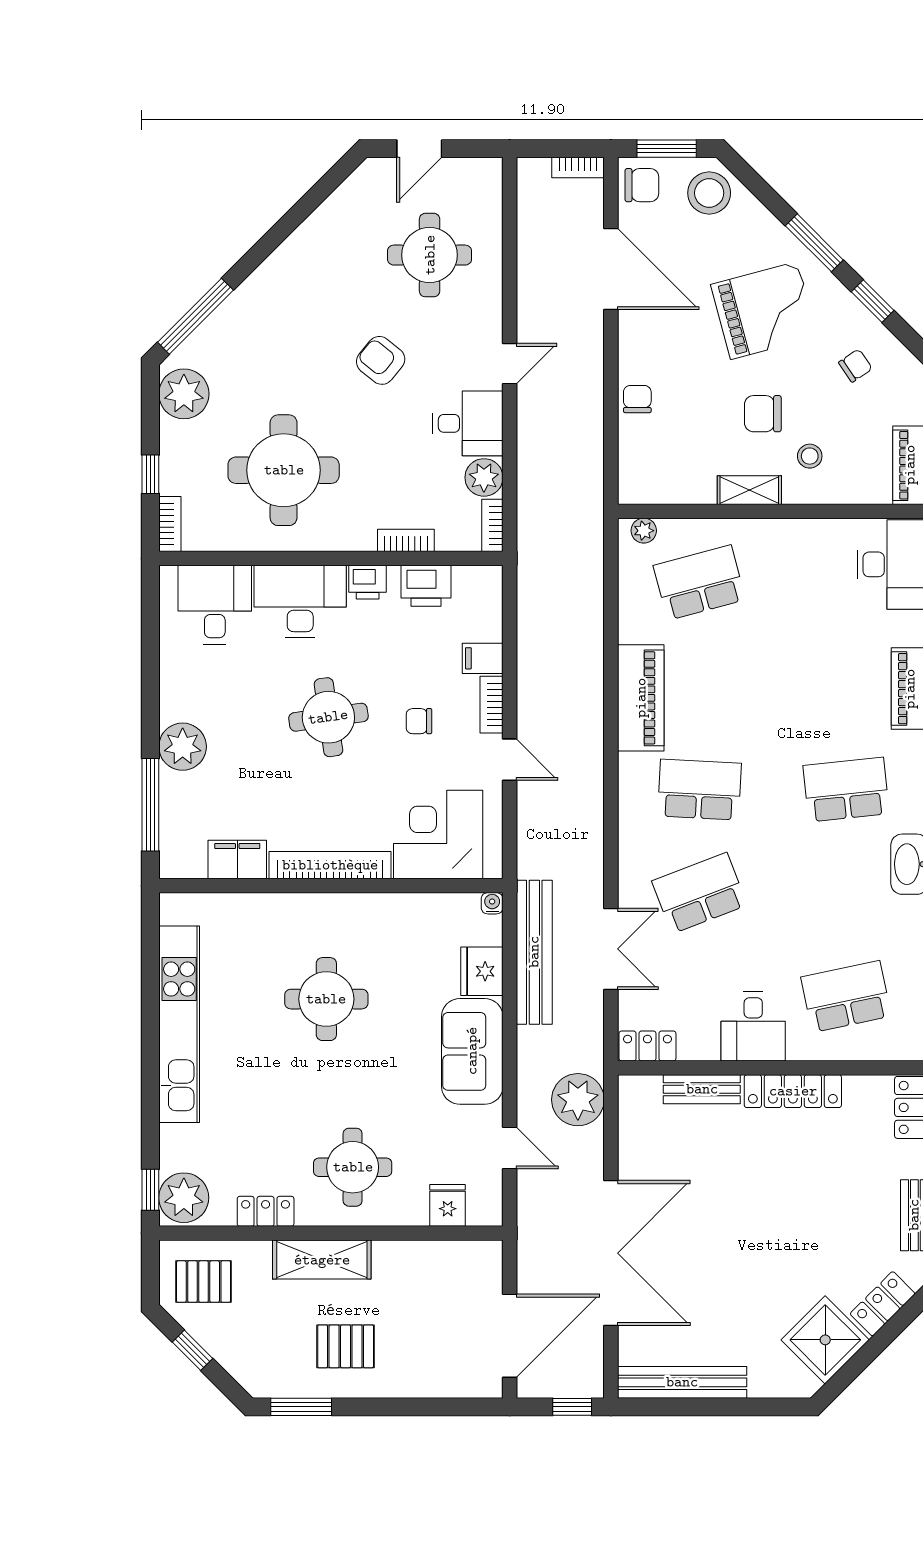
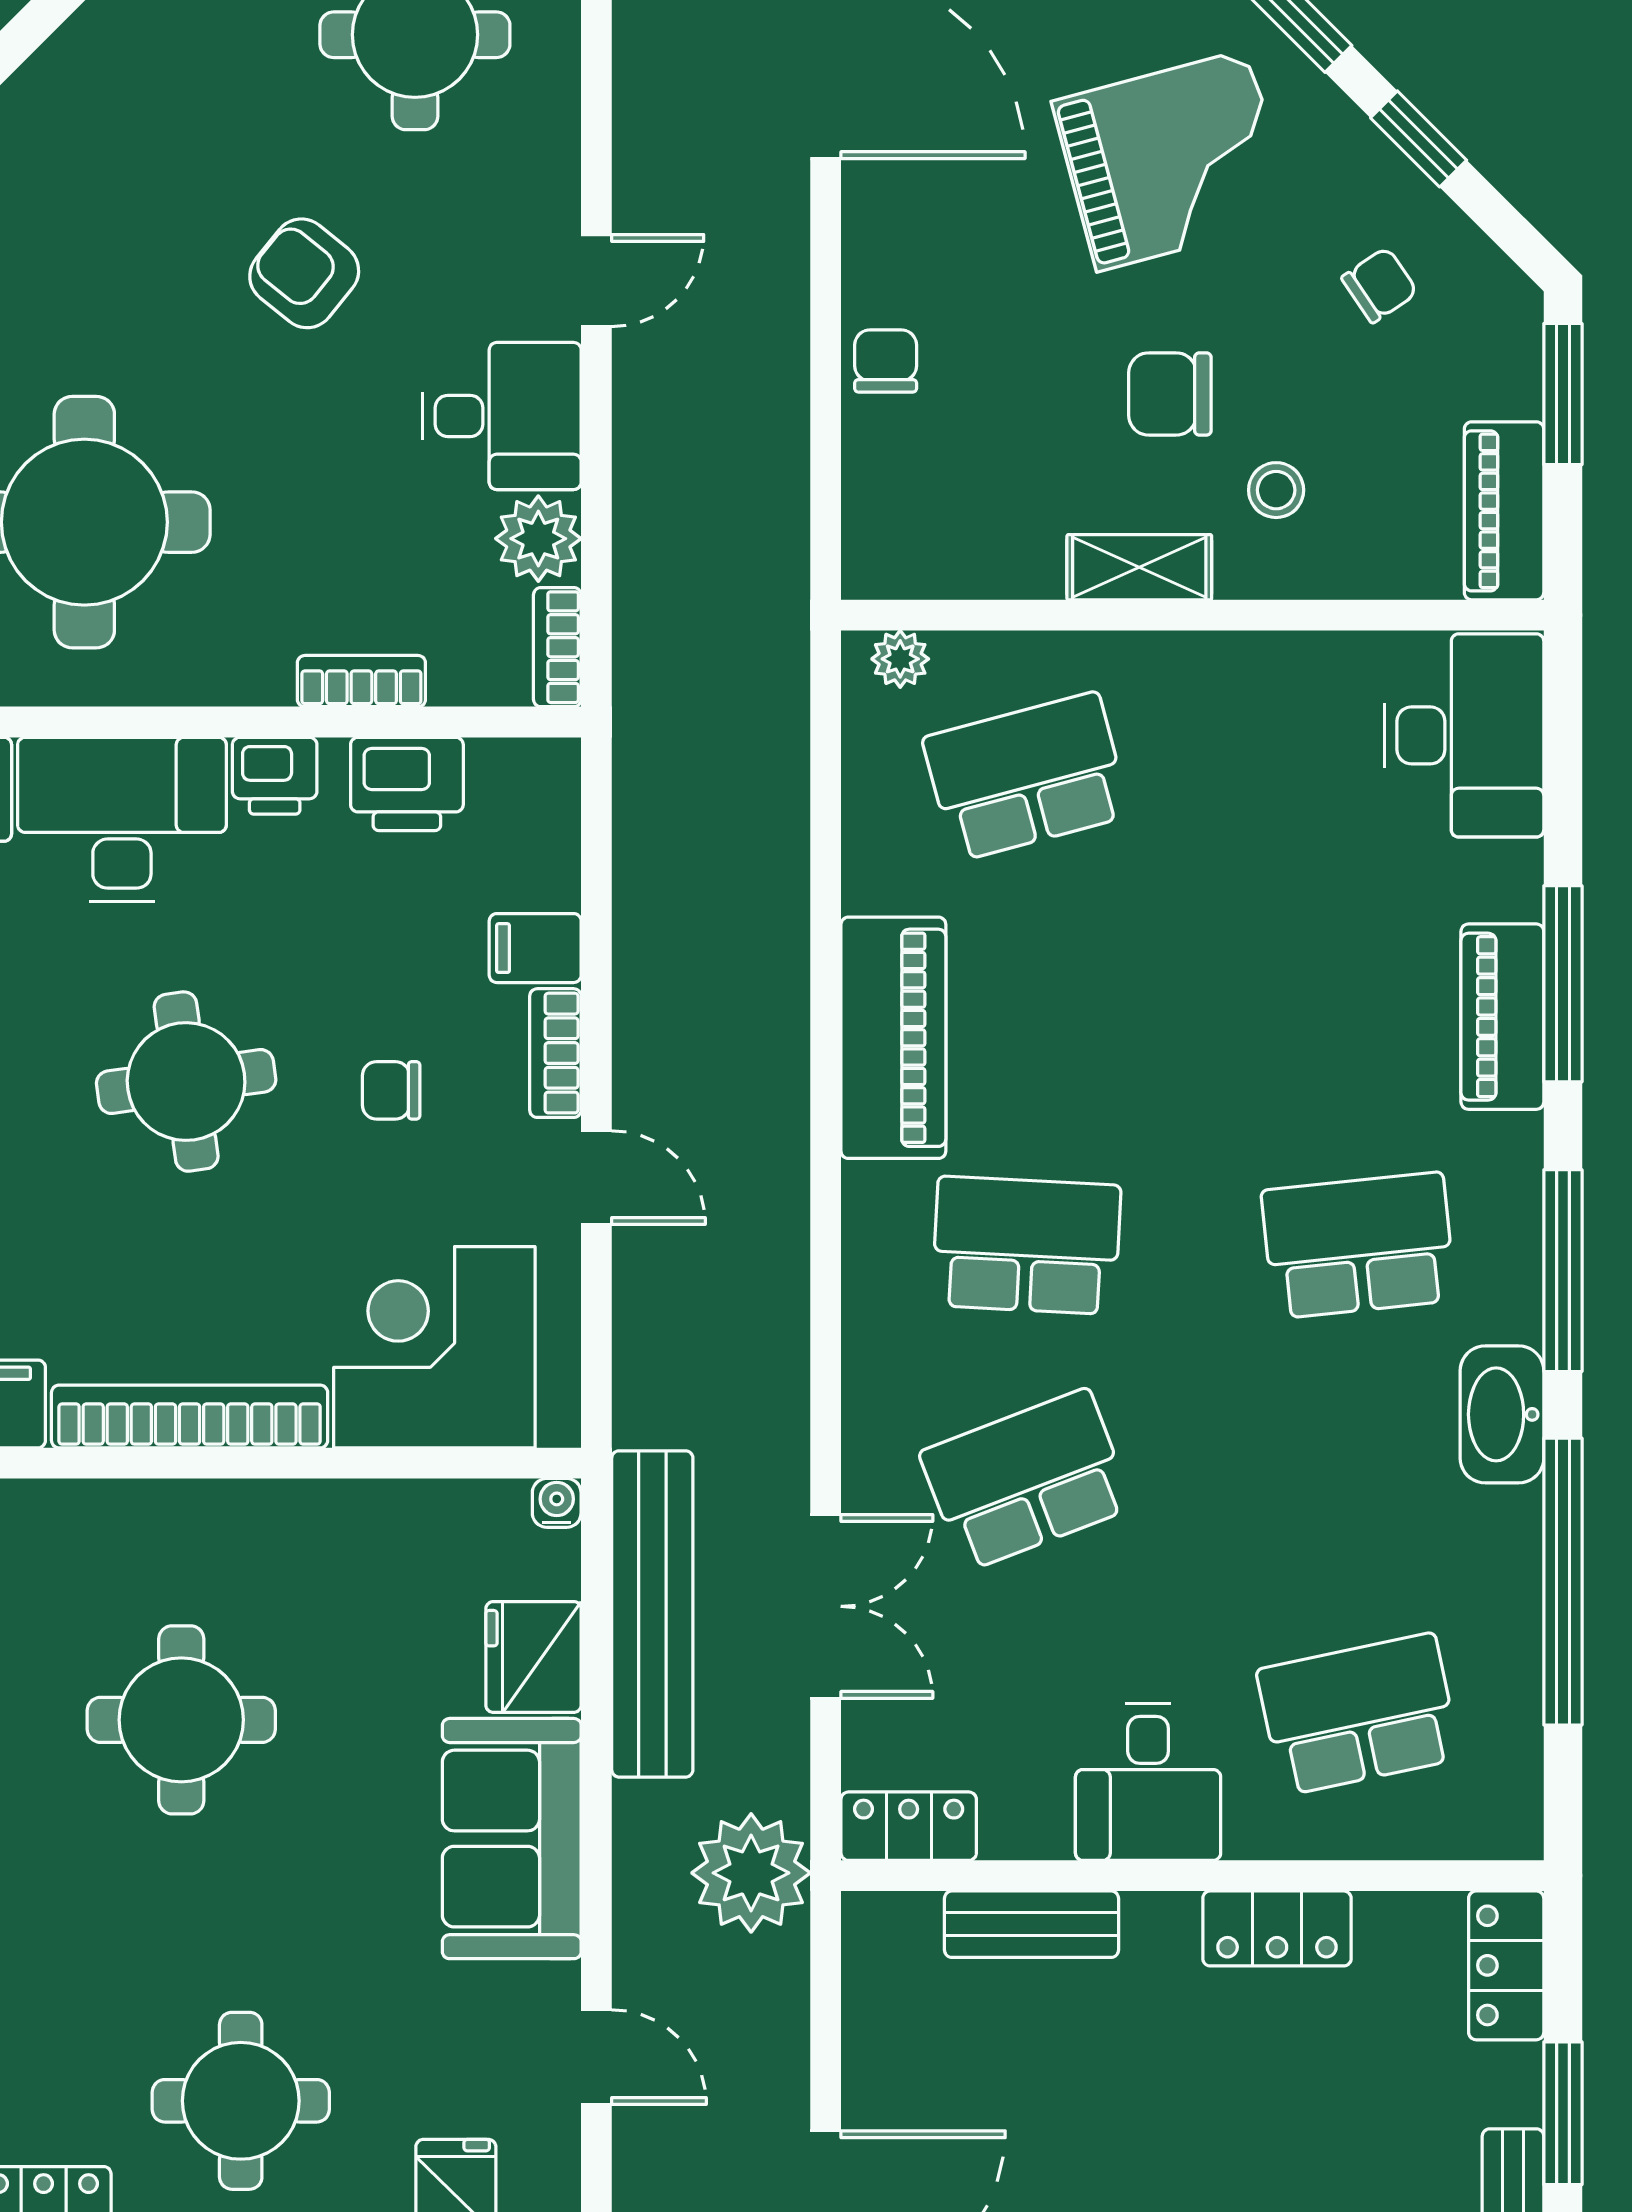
locker: (793, 1091) -> (1277, 1928), width x0.66
plant: (578, 1100) -> (751, 1873), moved

